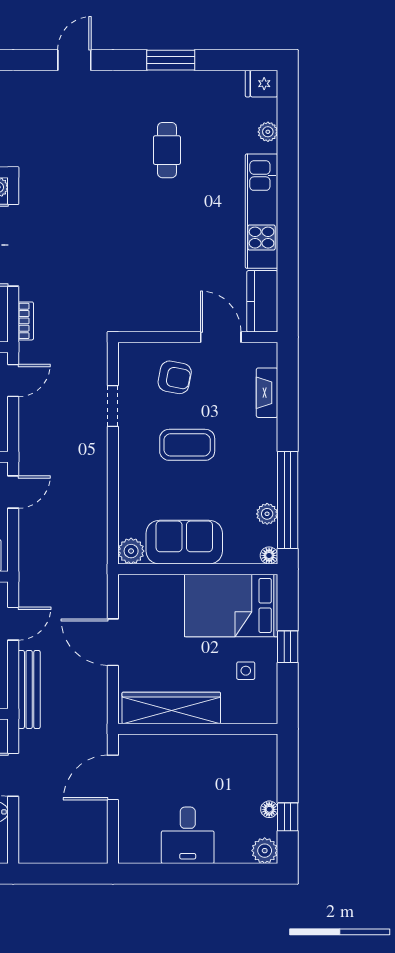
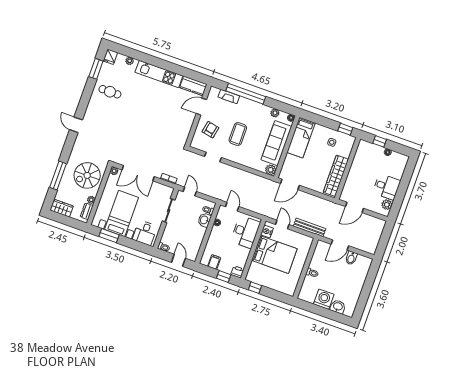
window: (171, 60) -> (96, 69), moved
cafe table: (167, 150) -> (110, 92), moved
window: (288, 500) -> (246, 94), moved
sofa: (184, 542) -> (276, 143), width x1.36
bed: (231, 605) -> (301, 138), width x0.67
door: (113, 642) -> (290, 184), moved
window: (288, 647) -> (345, 129), moved
door: (113, 778) -> (354, 207), hinge flipped
window: (288, 817) -> (380, 141), moved
plant: (265, 851) -> (387, 205), moved

